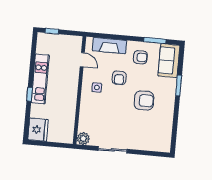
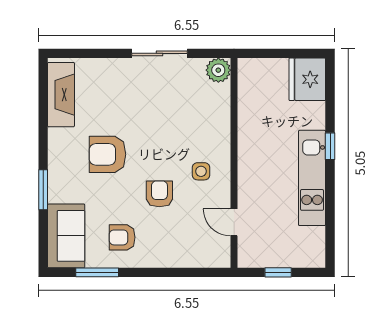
window: (52, 31) -> (278, 272), moved
fireplace: (110, 46) -> (61, 95), moved, turned 90

